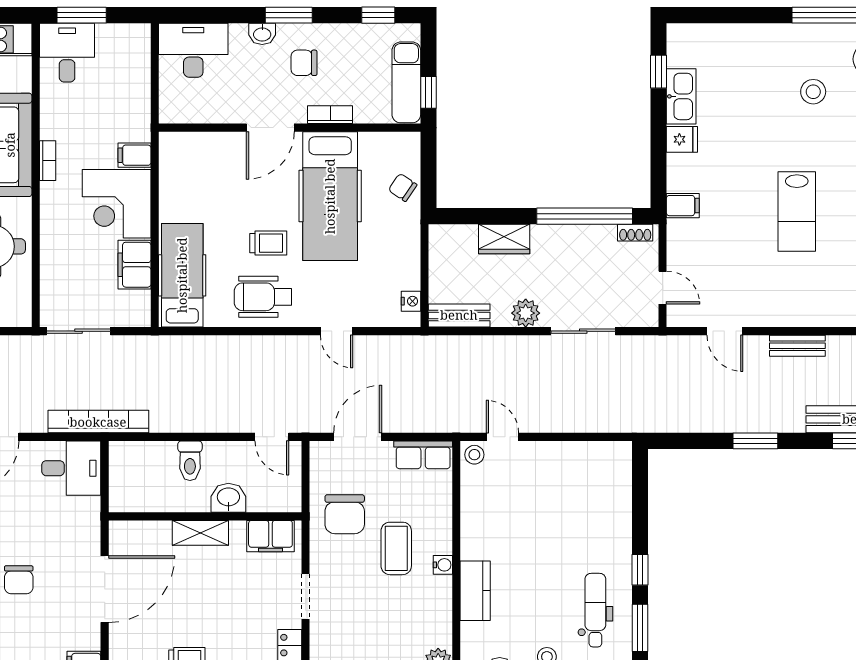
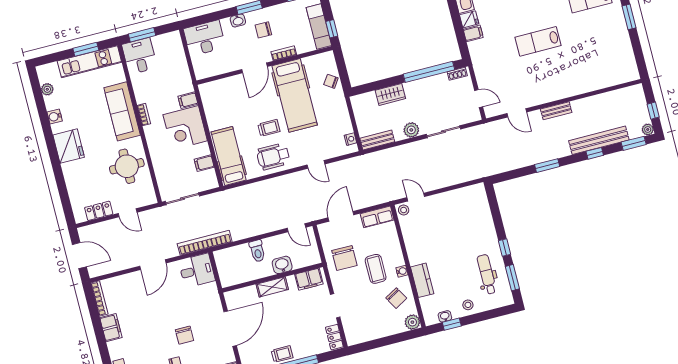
filing cabinet: (683, 206) -> (473, 33), moved
lab bench: (797, 211) -> (538, 41), turned 90
filing cabinet: (134, 265) -> (204, 163), width x0.50
chair: (420, 611) -> (396, 298), added

